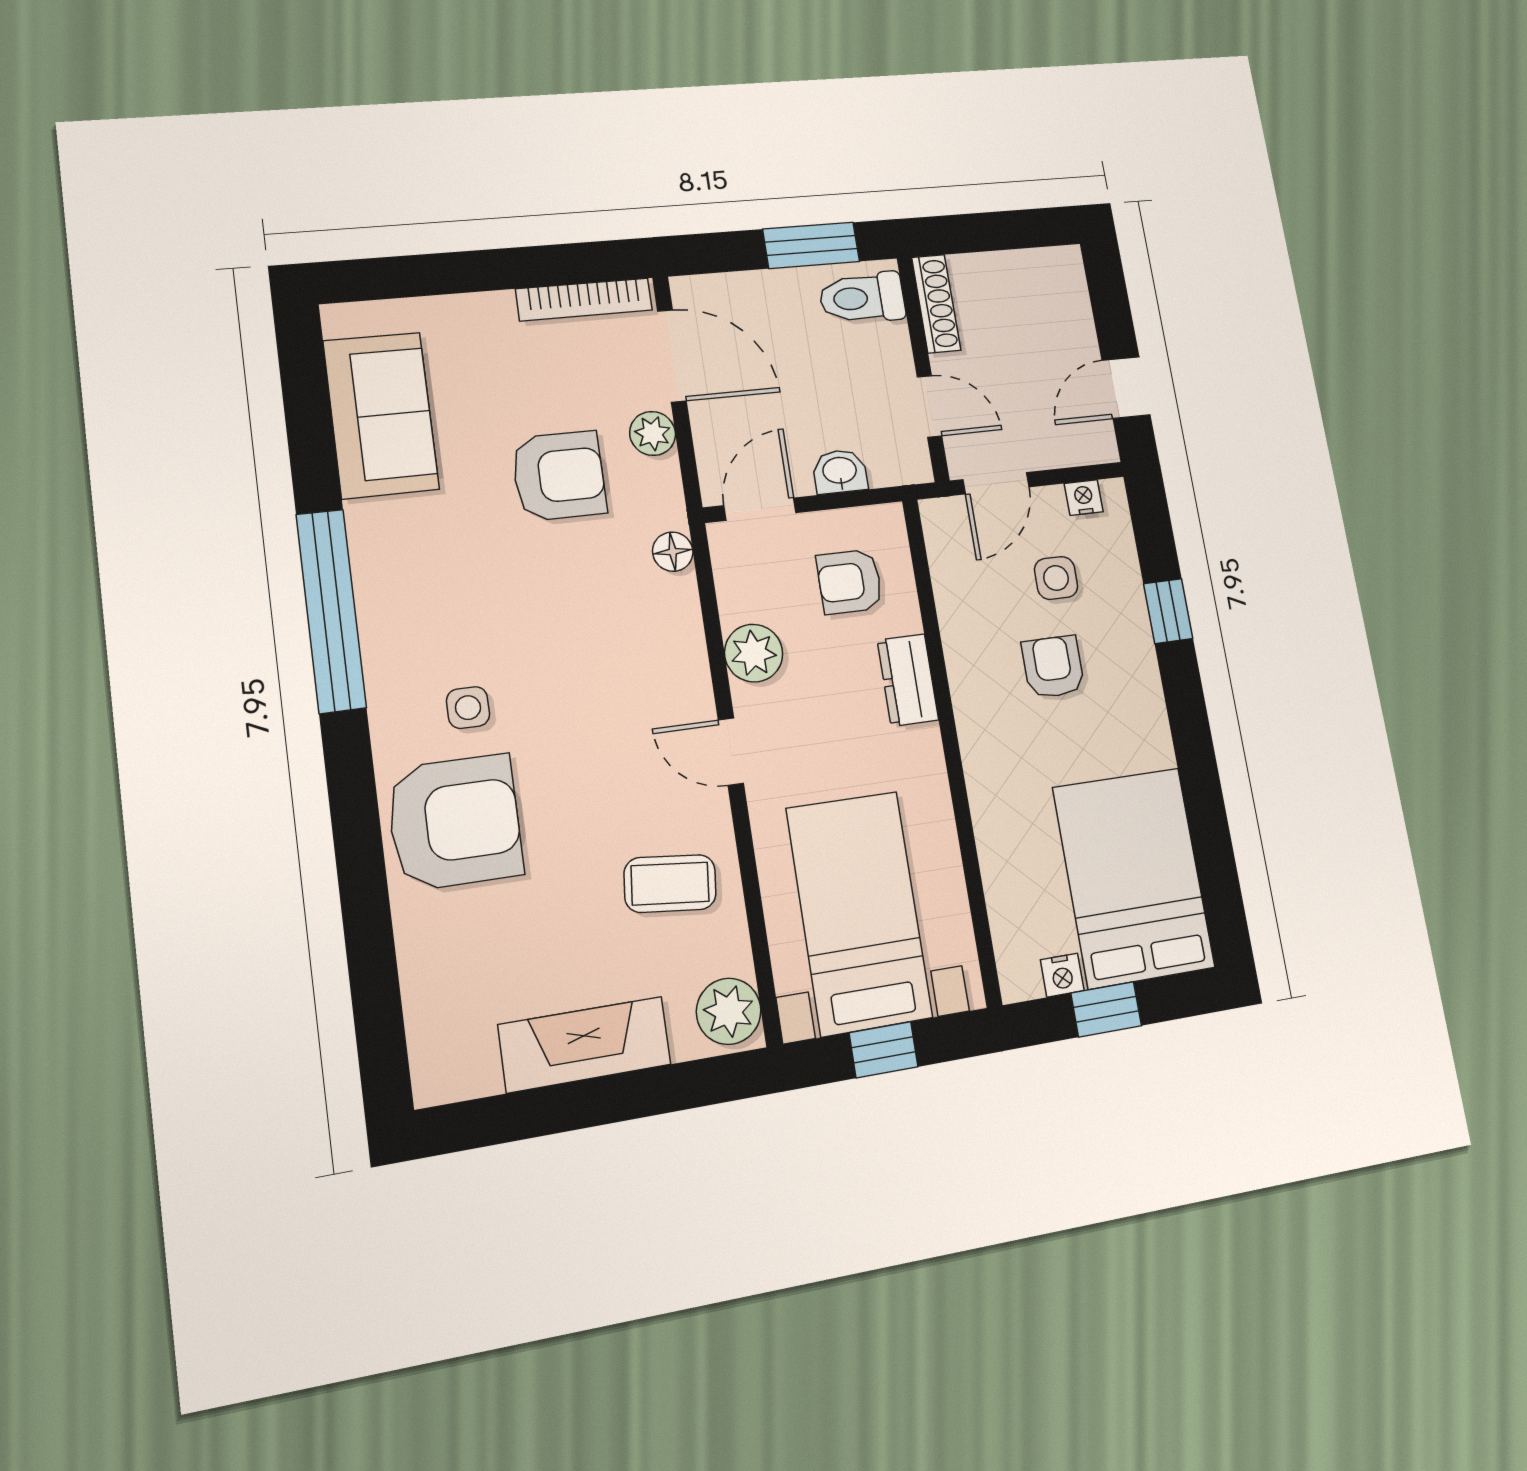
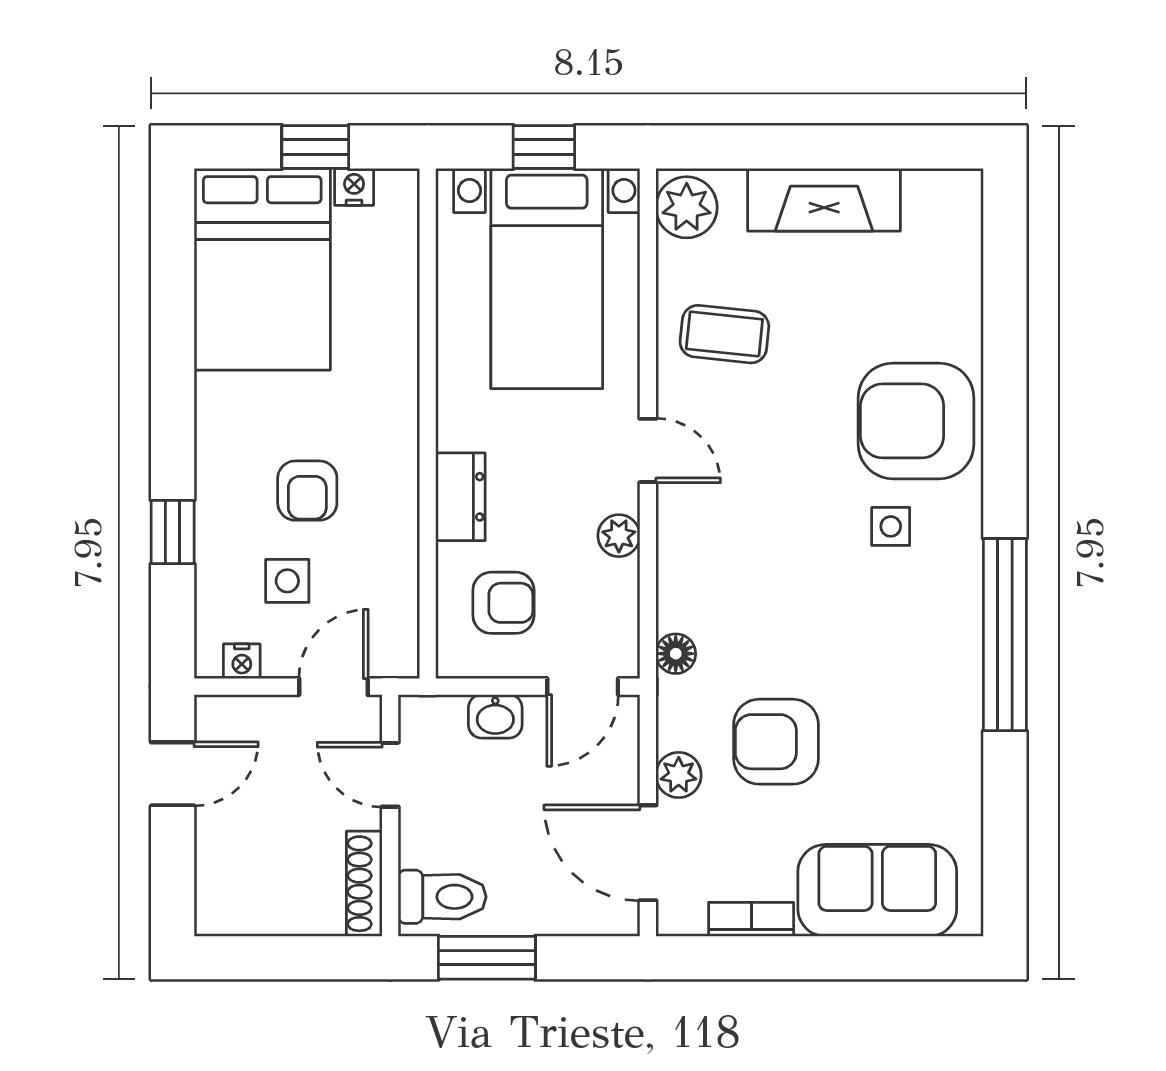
bookcase: (584, 300) -> (751, 919), width x0.64
sofa: (381, 415) -> (877, 890), moved, turned 90
plant: (754, 653) -> (619, 536), width x0.73, depth x0.73

